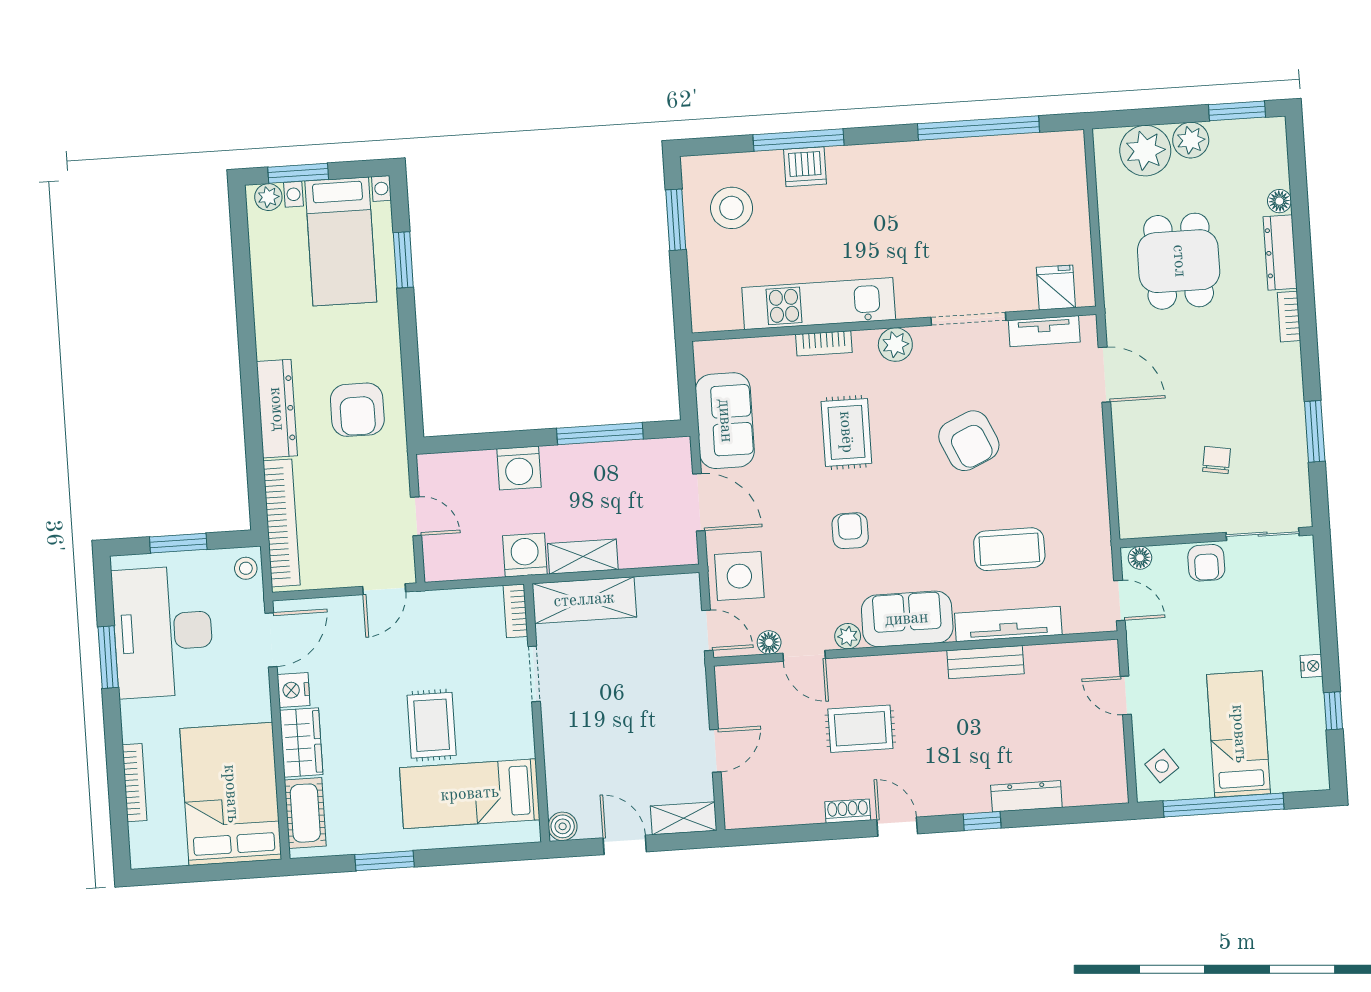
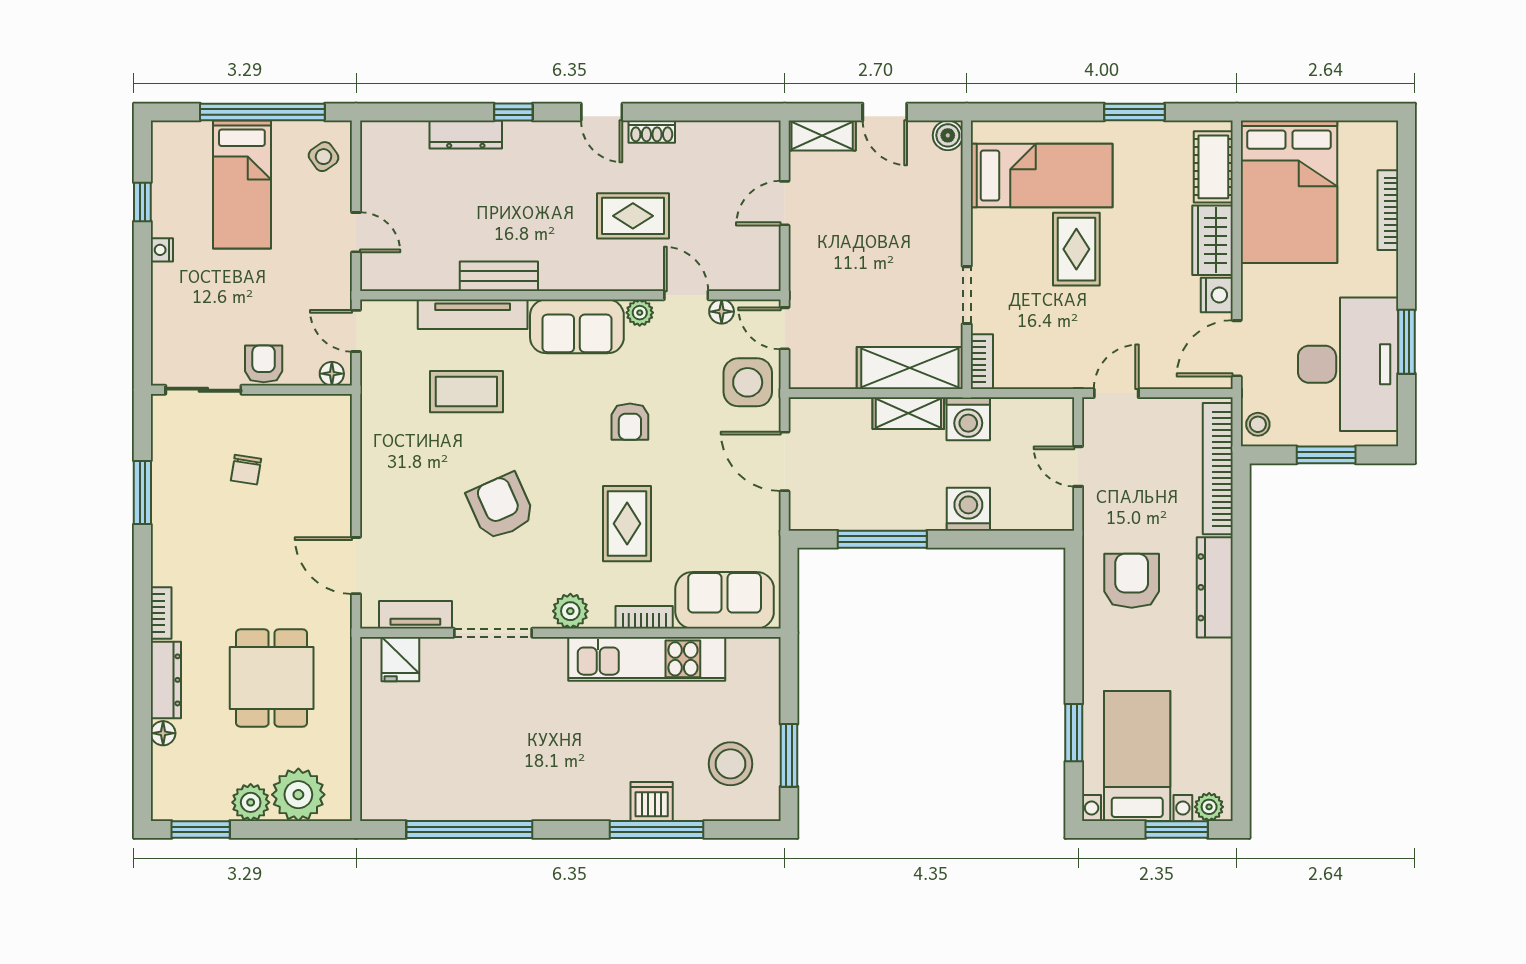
sofa: (725, 421) -> (725, 600), moved, turned 90

